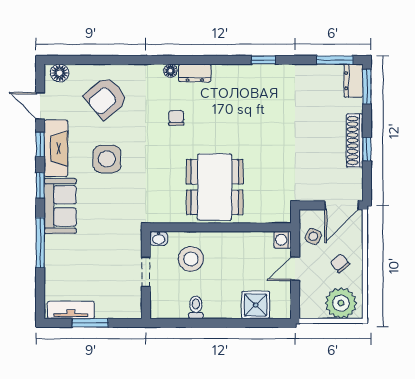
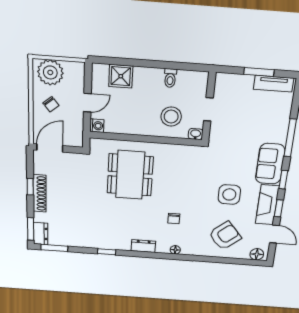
dresser: (195, 73) -> (143, 246), moved
dining table: (215, 187) -> (130, 175), moved
side table: (313, 236) -> (72, 126), removed

